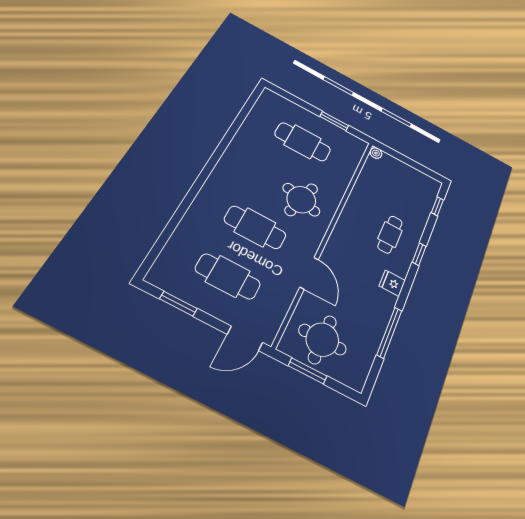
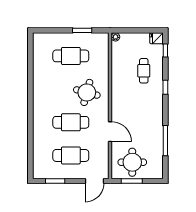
cafe table: (390, 234) -> (144, 71), moved
fridge: (392, 283) -> (157, 38), moved

